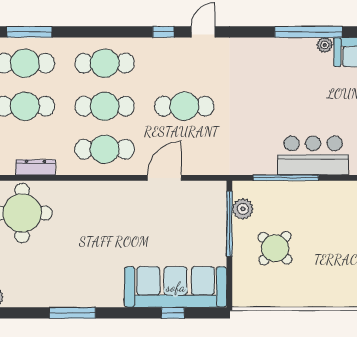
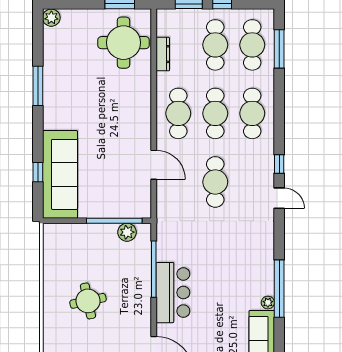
round table: (275, 248) -> (88, 301), moved, turned 35

